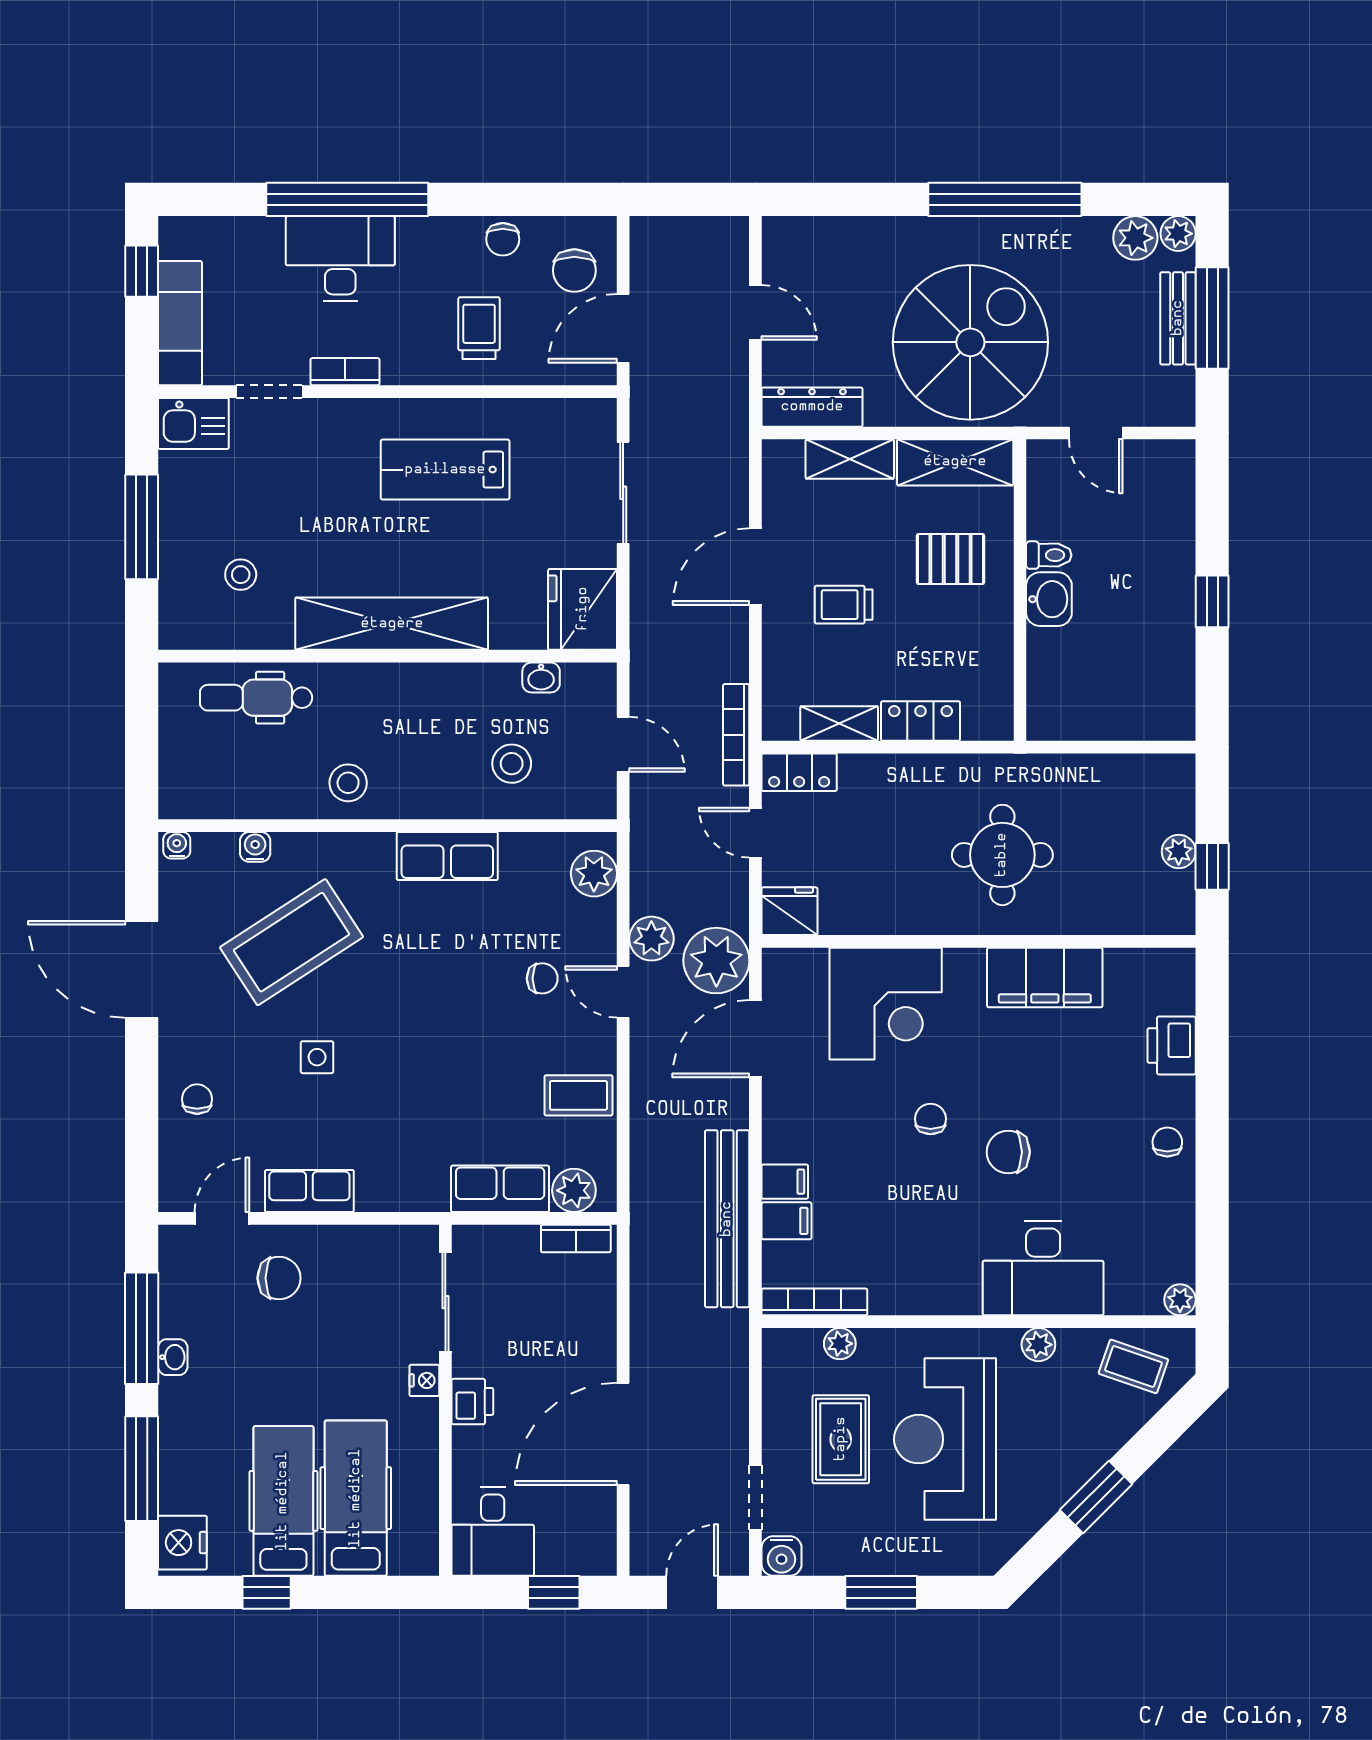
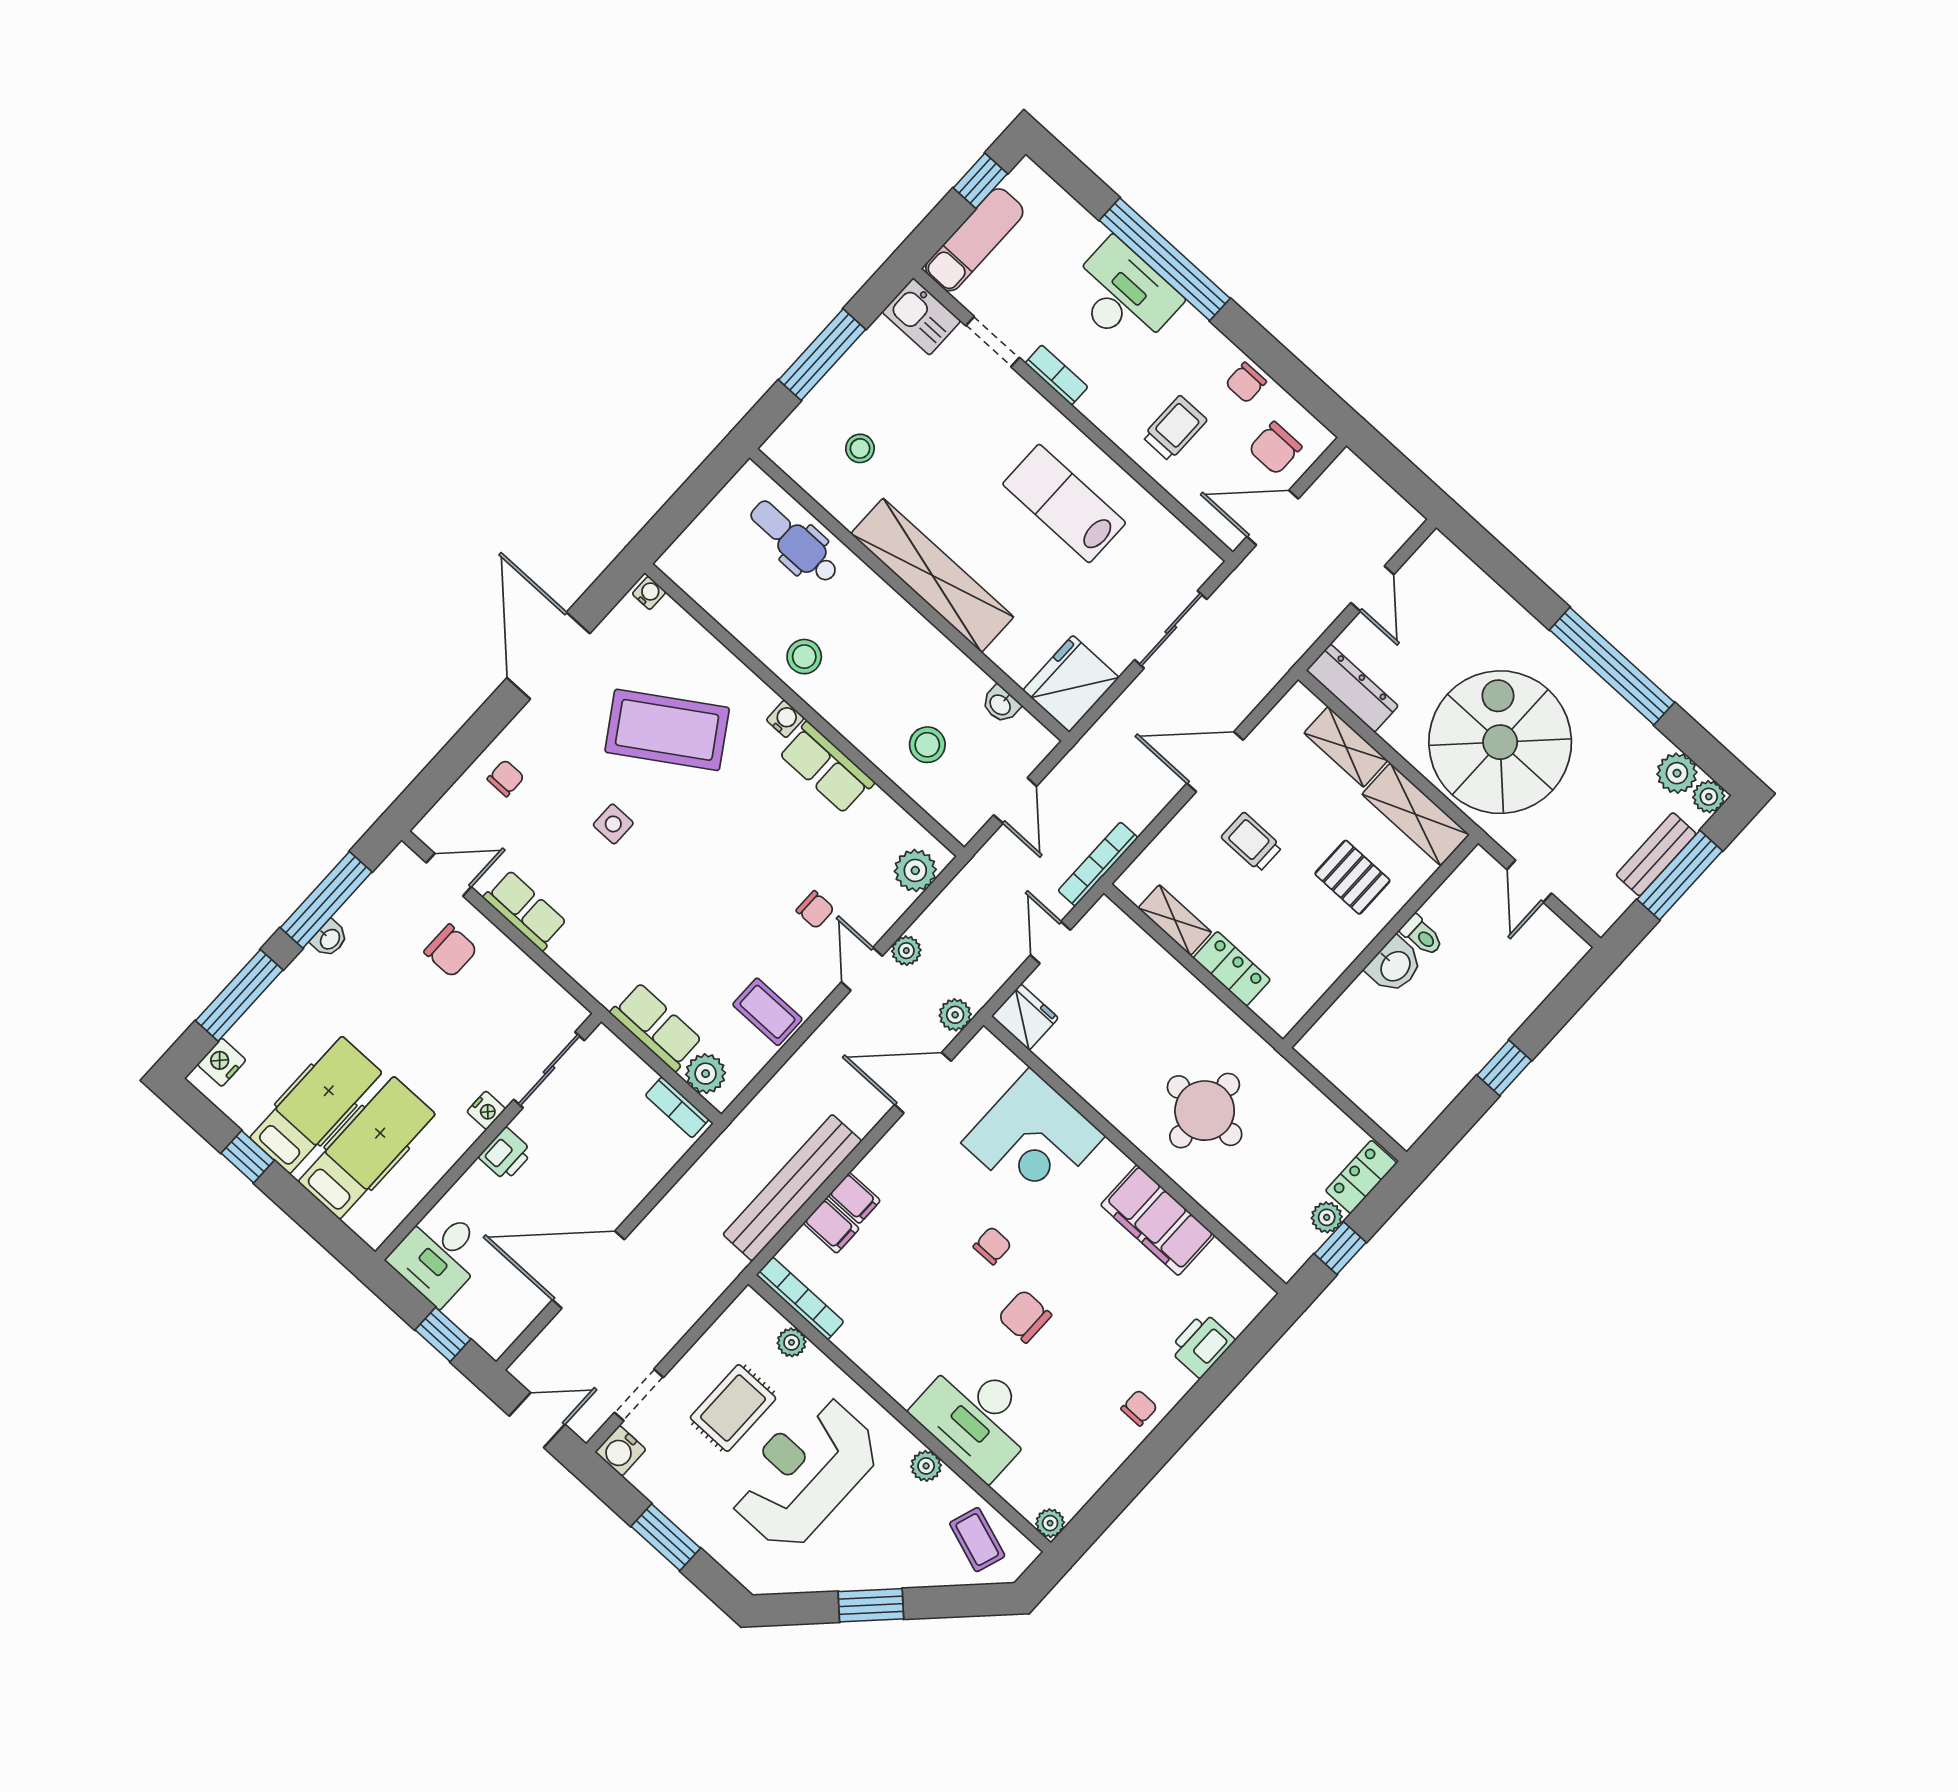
spiral stairs: (970, 342) -> (1500, 742), turned -90
locker: (799, 772) -> (1361, 1177), moved, turned 90
water cooler: (255, 847) -> (785, 719), moved
plant: (651, 939) -> (906, 951), width x0.73, depth x0.73
plant: (716, 961) -> (955, 1015), width x0.53, depth x0.53
nightstand: (182, 1543) -> (222, 1062), width x0.74, depth x0.75

